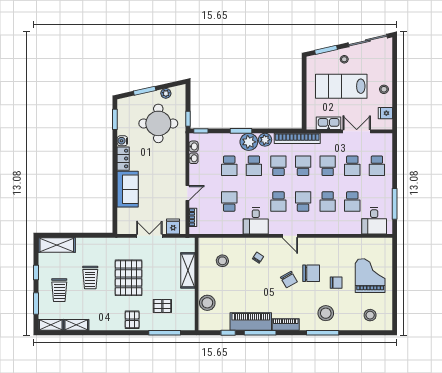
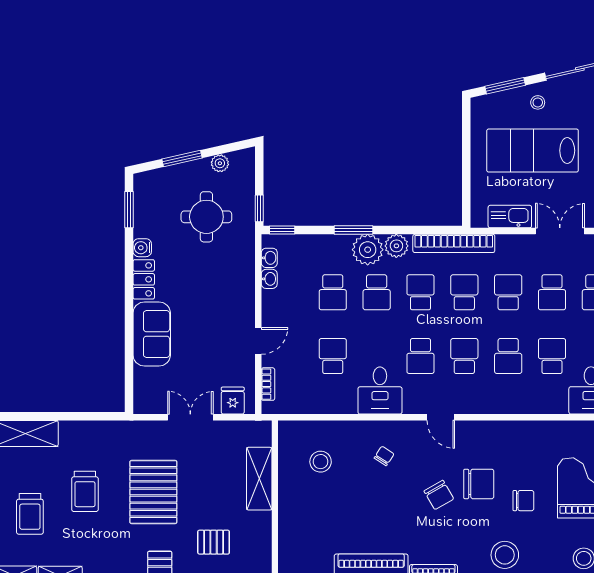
round table: (158, 123) -> (206, 217), width x0.73, depth x0.73
school desk: (352, 202) -> (552, 356), turned 180
stool: (207, 303) -> (294, 536), removed

